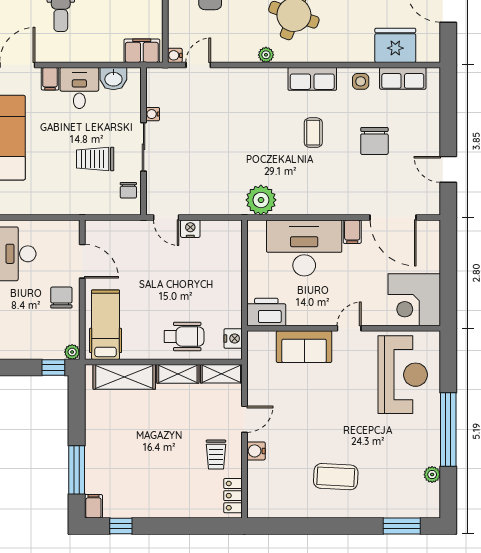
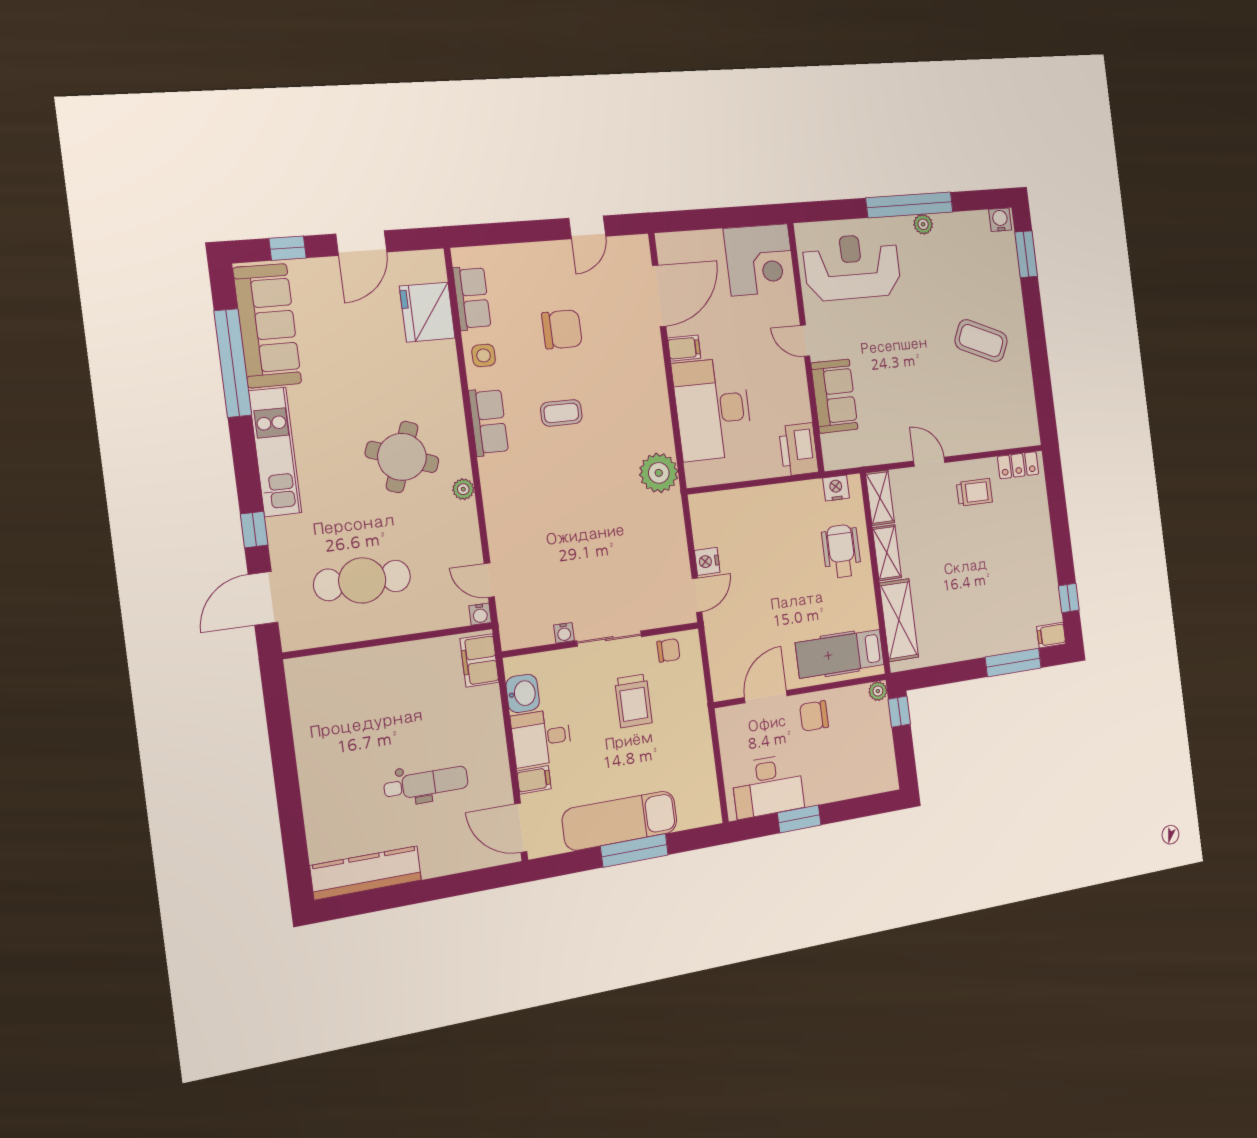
water cooler: (256, 451) -> (1000, 220), moved, turned 180
plant: (432, 475) -> (923, 224), moved
coffee table: (336, 477) -> (981, 341), turned -69

